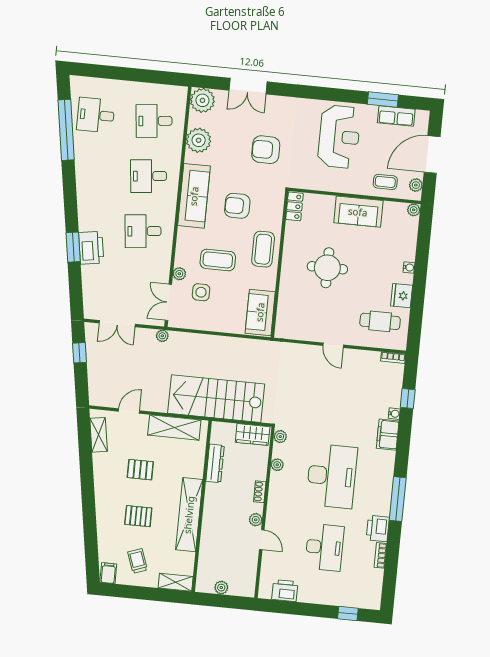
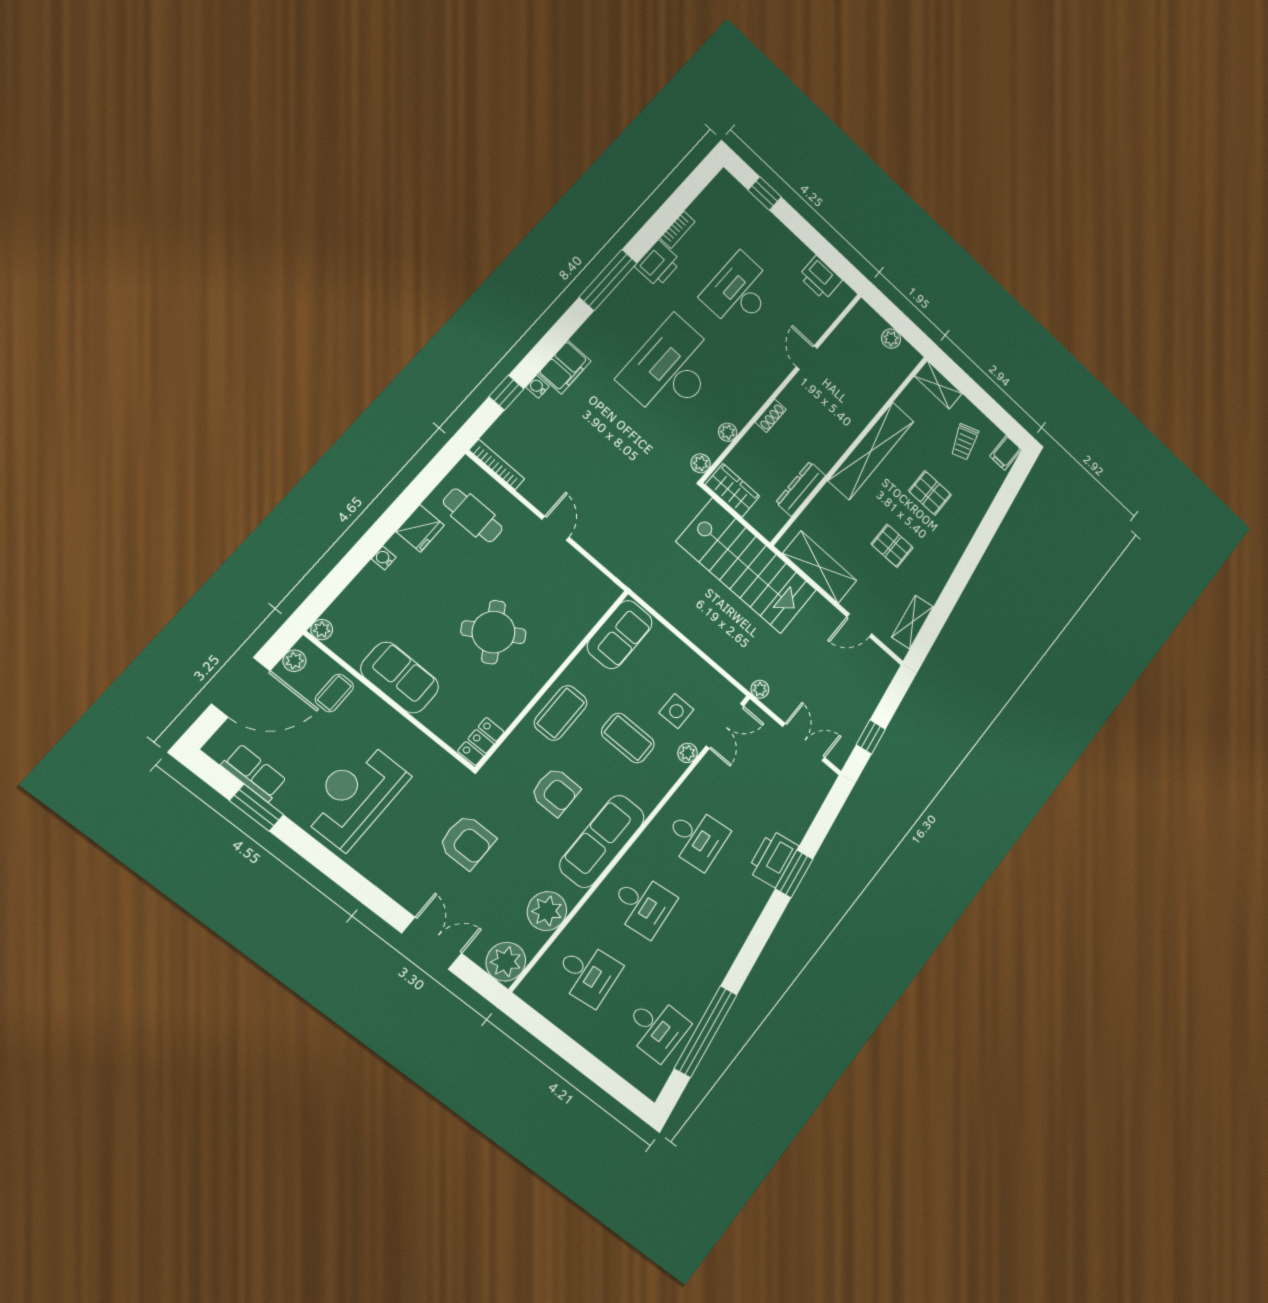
coffee table: (385, 182) -> (334, 693), turned 90
round table: (327, 268) -> (493, 632), turned -32
bookcase: (393, 358) -> (497, 465), width x1.56
plant: (256, 520) -> (798, 386), removed

